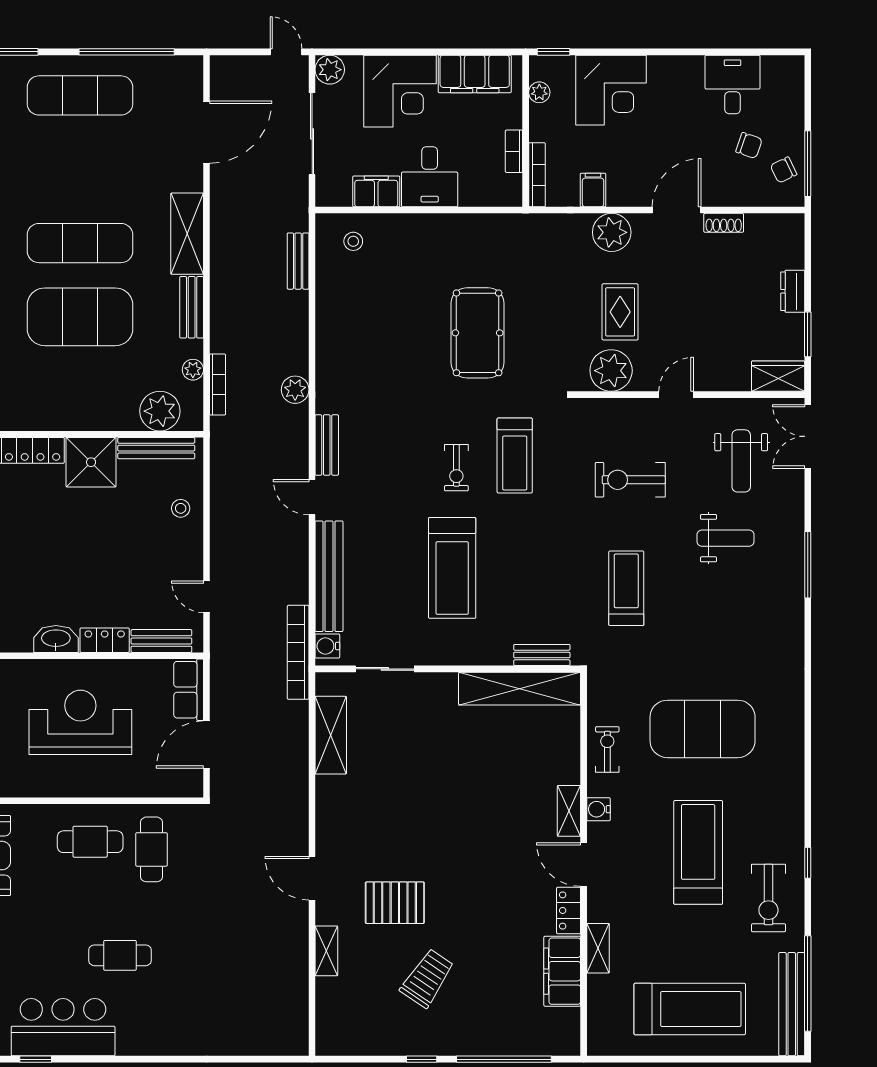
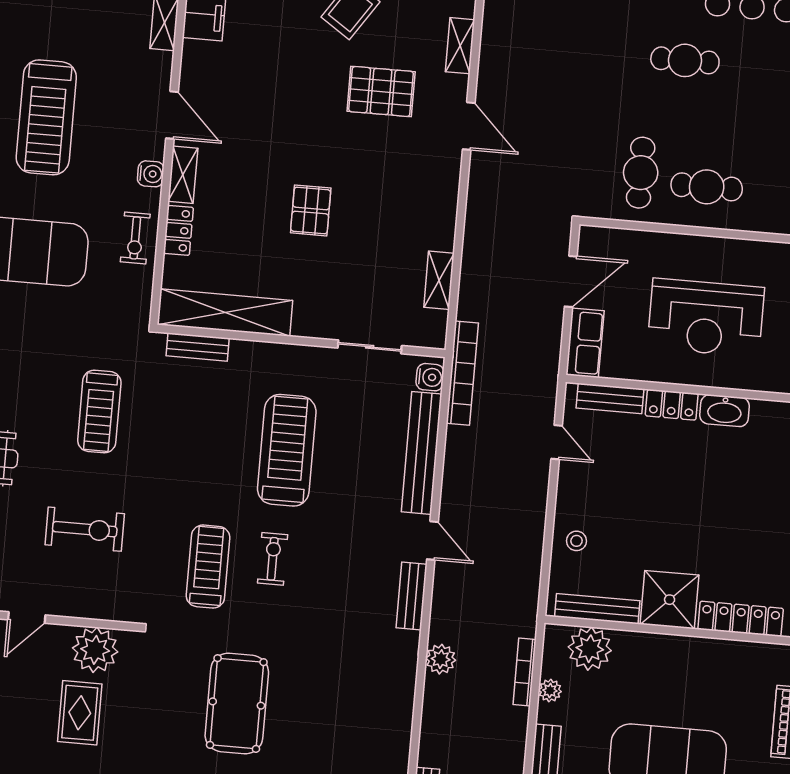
shelving: (331, 735) -> (439, 280), width x0.67, depth x0.75
pallet: (449, 789) -> (311, 210), added
locker: (569, 910) -> (178, 230), moved

